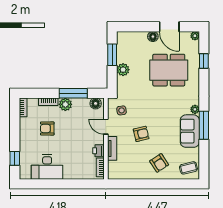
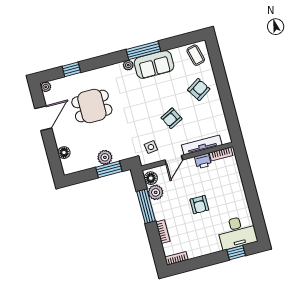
floor lamp: (153, 37) -> (64, 153), moved
window: (112, 55) -> (109, 169), moved
dining table: (169, 70) -> (92, 106), width x0.73
plant: (65, 104) -> (156, 192), moved
armchair: (47, 129) -> (199, 205), moved
armchair: (141, 134) -> (172, 118), turned -103
tv unit: (112, 148) -> (202, 145), width x1.41
desk: (47, 167) -> (237, 232), moved, turned 90

